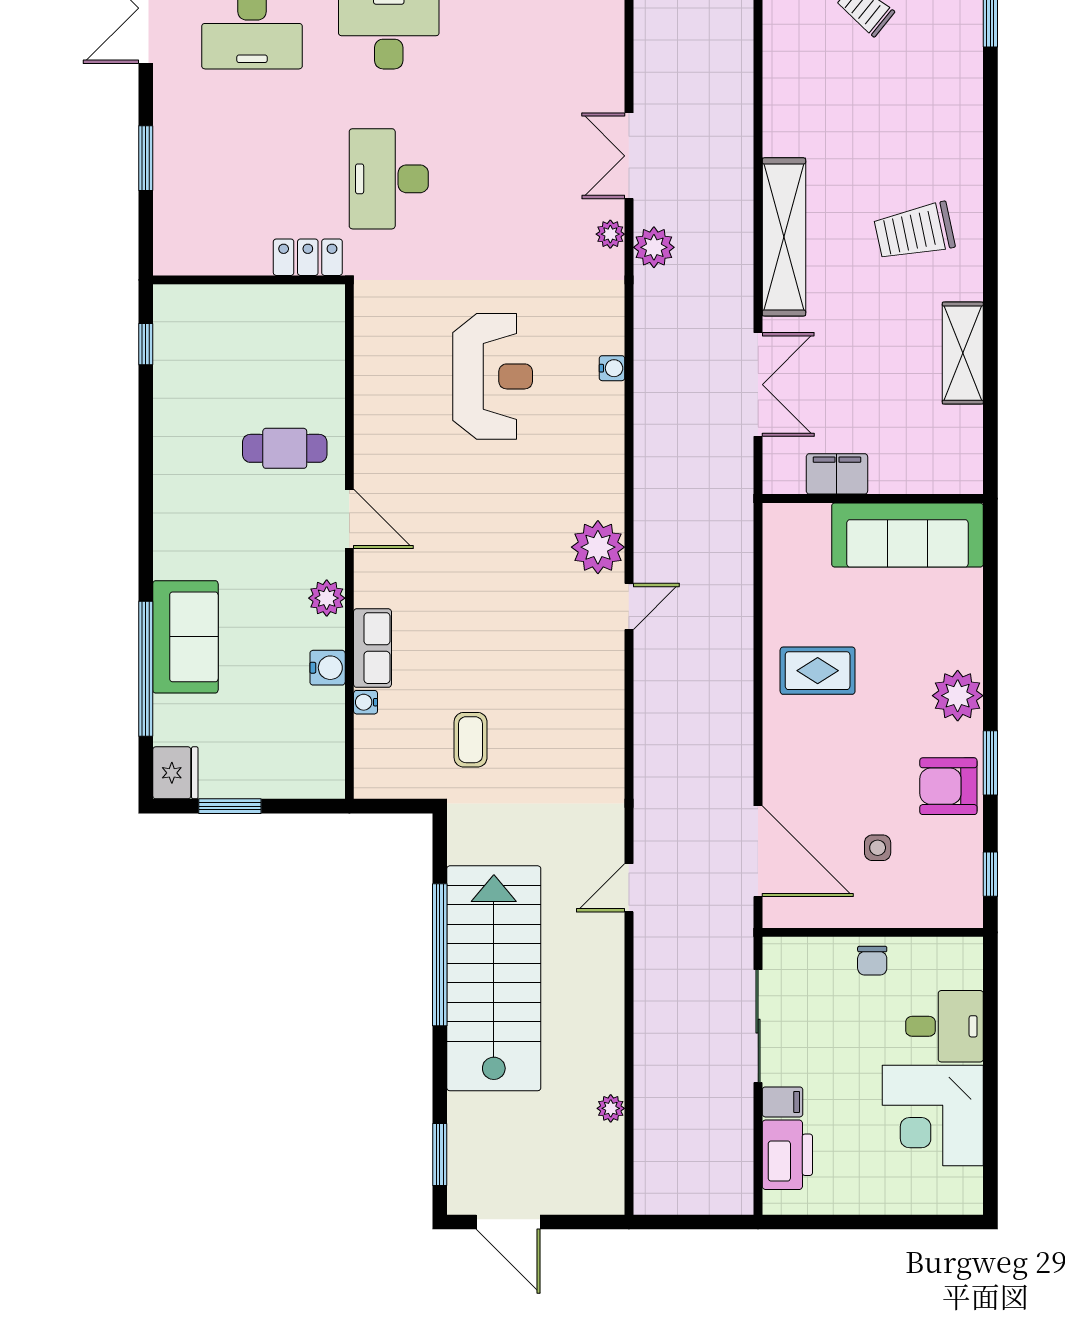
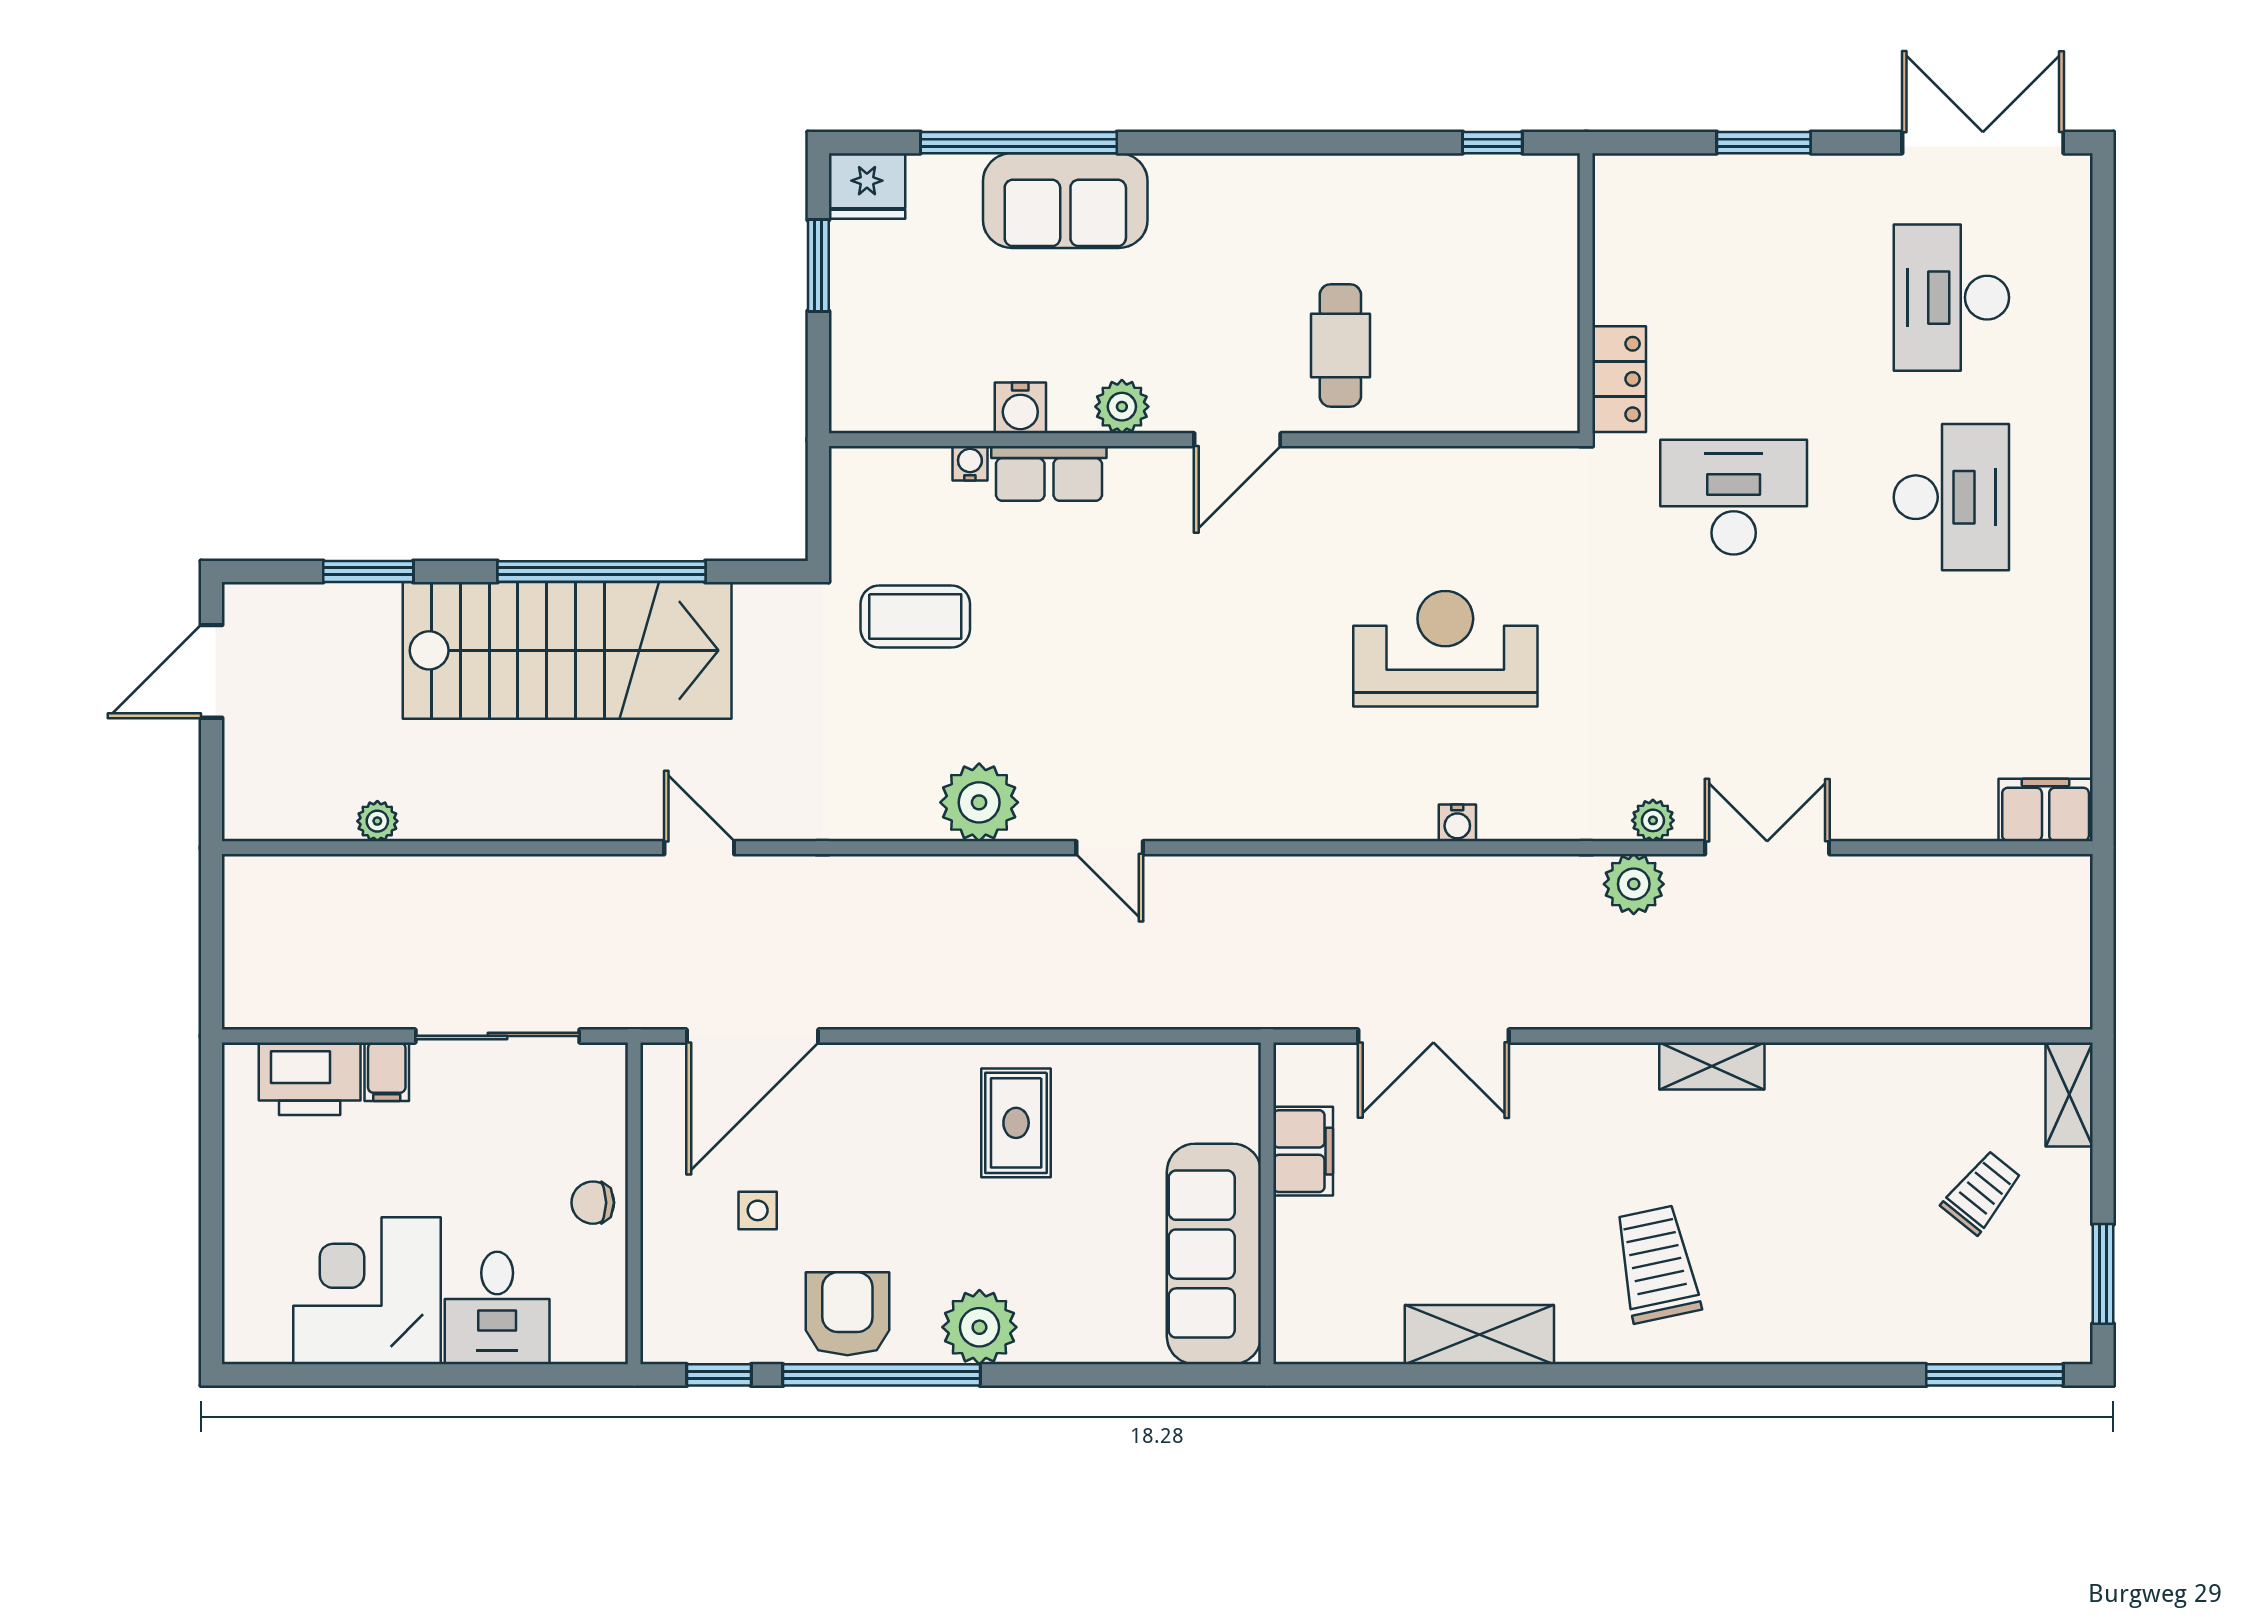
shelving: (784, 237) -> (1712, 1066), width x0.45, depth x0.75
reception desk: (493, 376) -> (1445, 649), turned 180
plant: (598, 547) -> (979, 802), moved
coffee table: (471, 740) -> (915, 616), width x1.36, depth x1.30
window: (990, 763) -> (881, 1375), width x2.11
window: (440, 1155) -> (368, 571), moved

